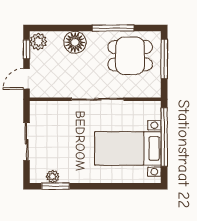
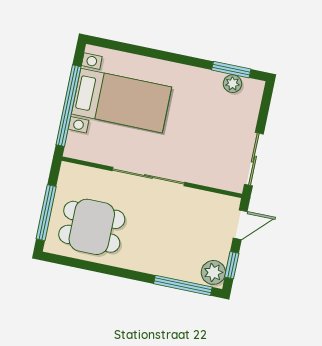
window: (113, 28) -> (183, 285), moved
floor lamp: (75, 42) -> (163, 261), removed
sliding door: (27, 142) -> (254, 159), moved

